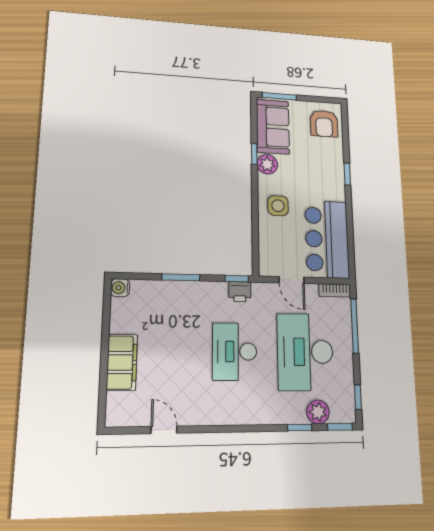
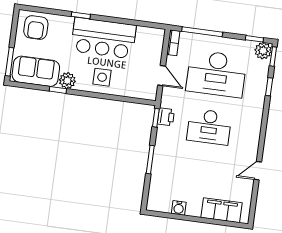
armchair: (324, 124) -> (36, 28), turned 90
bar counter: (327, 239) -> (104, 38), moved
door: (292, 280) -> (162, 76), hinge flipped
water cooler: (120, 288) -> (179, 208), moved
filing cabinet: (122, 362) -> (221, 210), moved
plant: (318, 412) -> (263, 51), moved
door: (164, 430) -> (258, 171), moved

